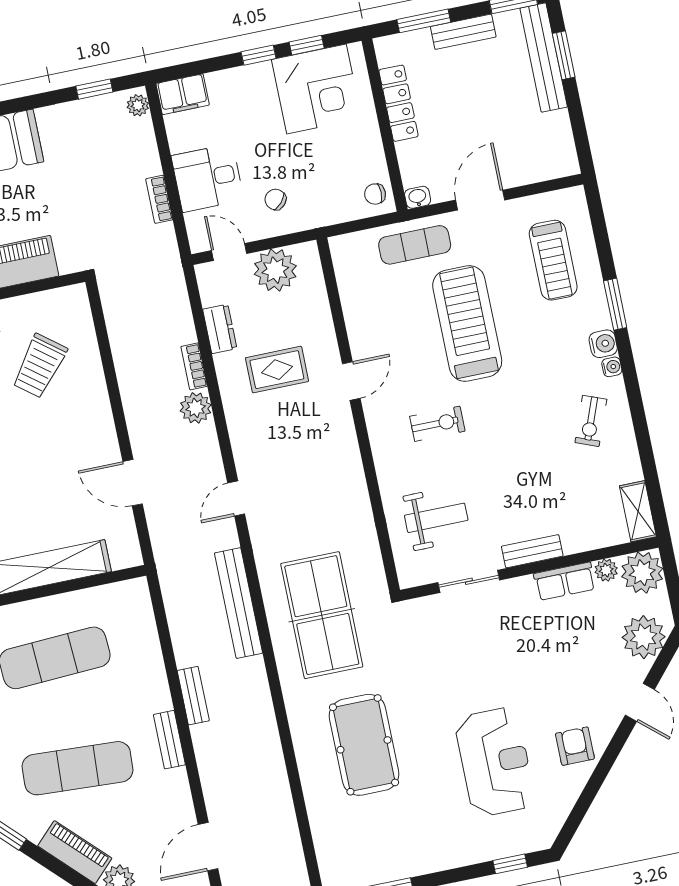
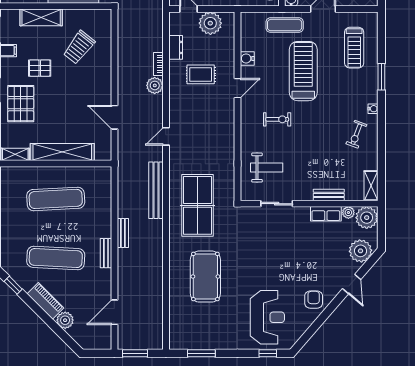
water cooler: (603, 344) -> (247, 58), moved, turned 180
bench: (532, 551) -> (329, 195), moved
reception desk: (495, 762) -> (267, 317), moved

